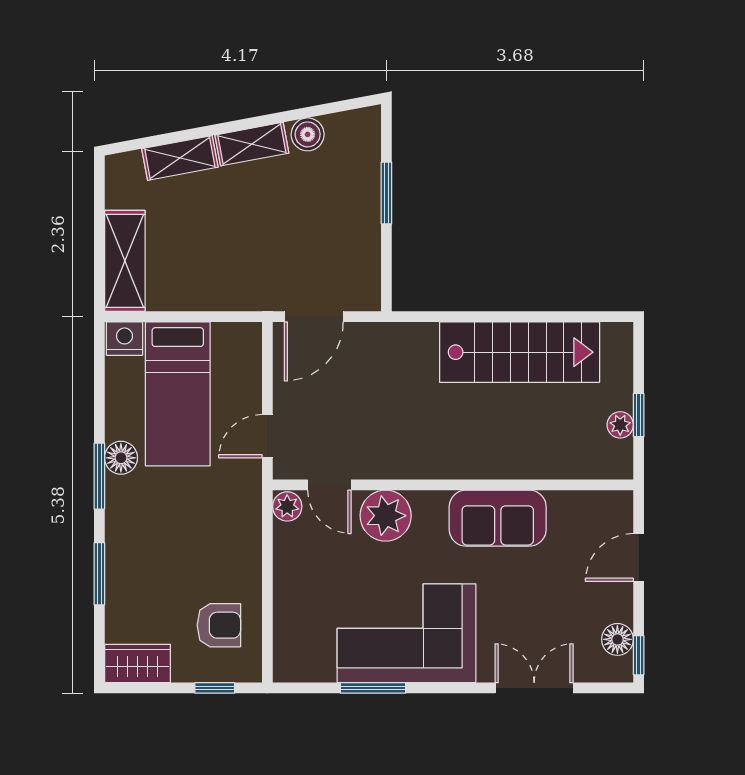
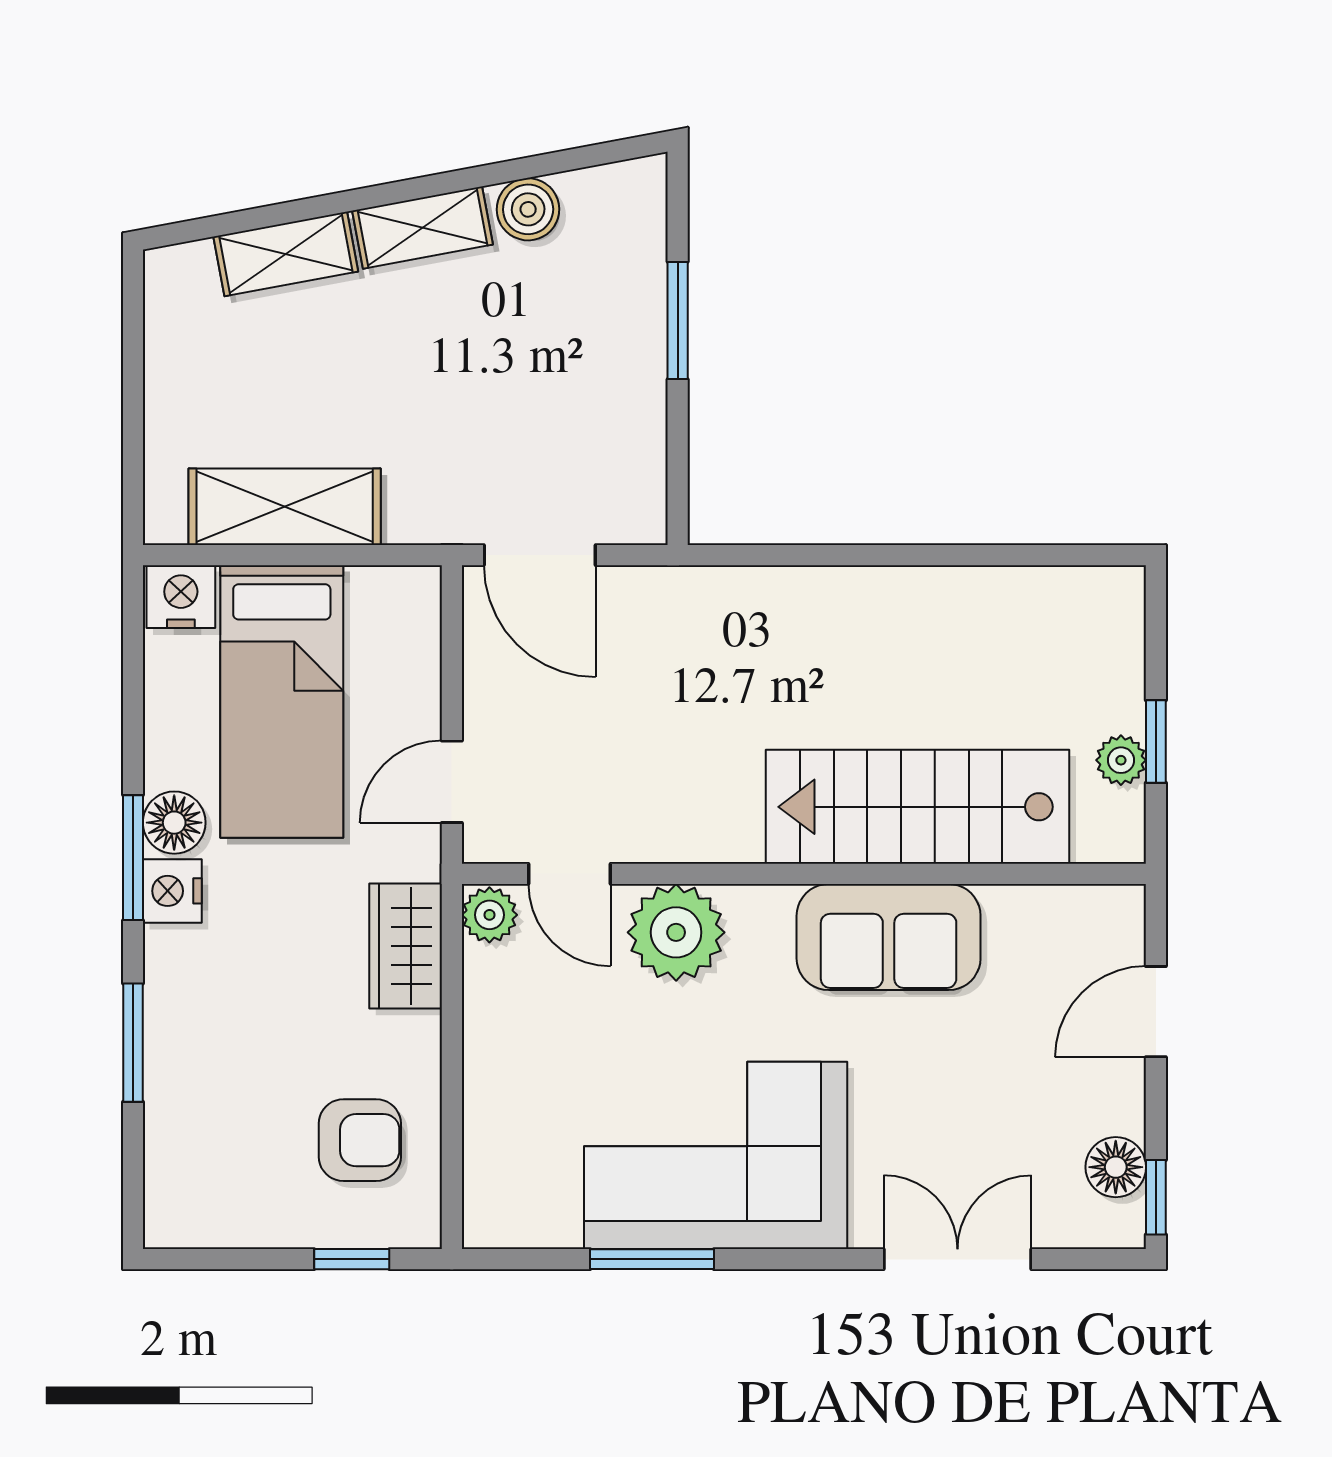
shelving: (125, 261) -> (285, 507), moved, turned 90
door: (314, 317) -> (540, 555), hinge flipped
stairs: (520, 352) -> (918, 807), moved, turned 180
nightstand: (120, 494) -> (172, 891), added
wardrobe: (138, 664) -> (406, 946), moved, turned -90

